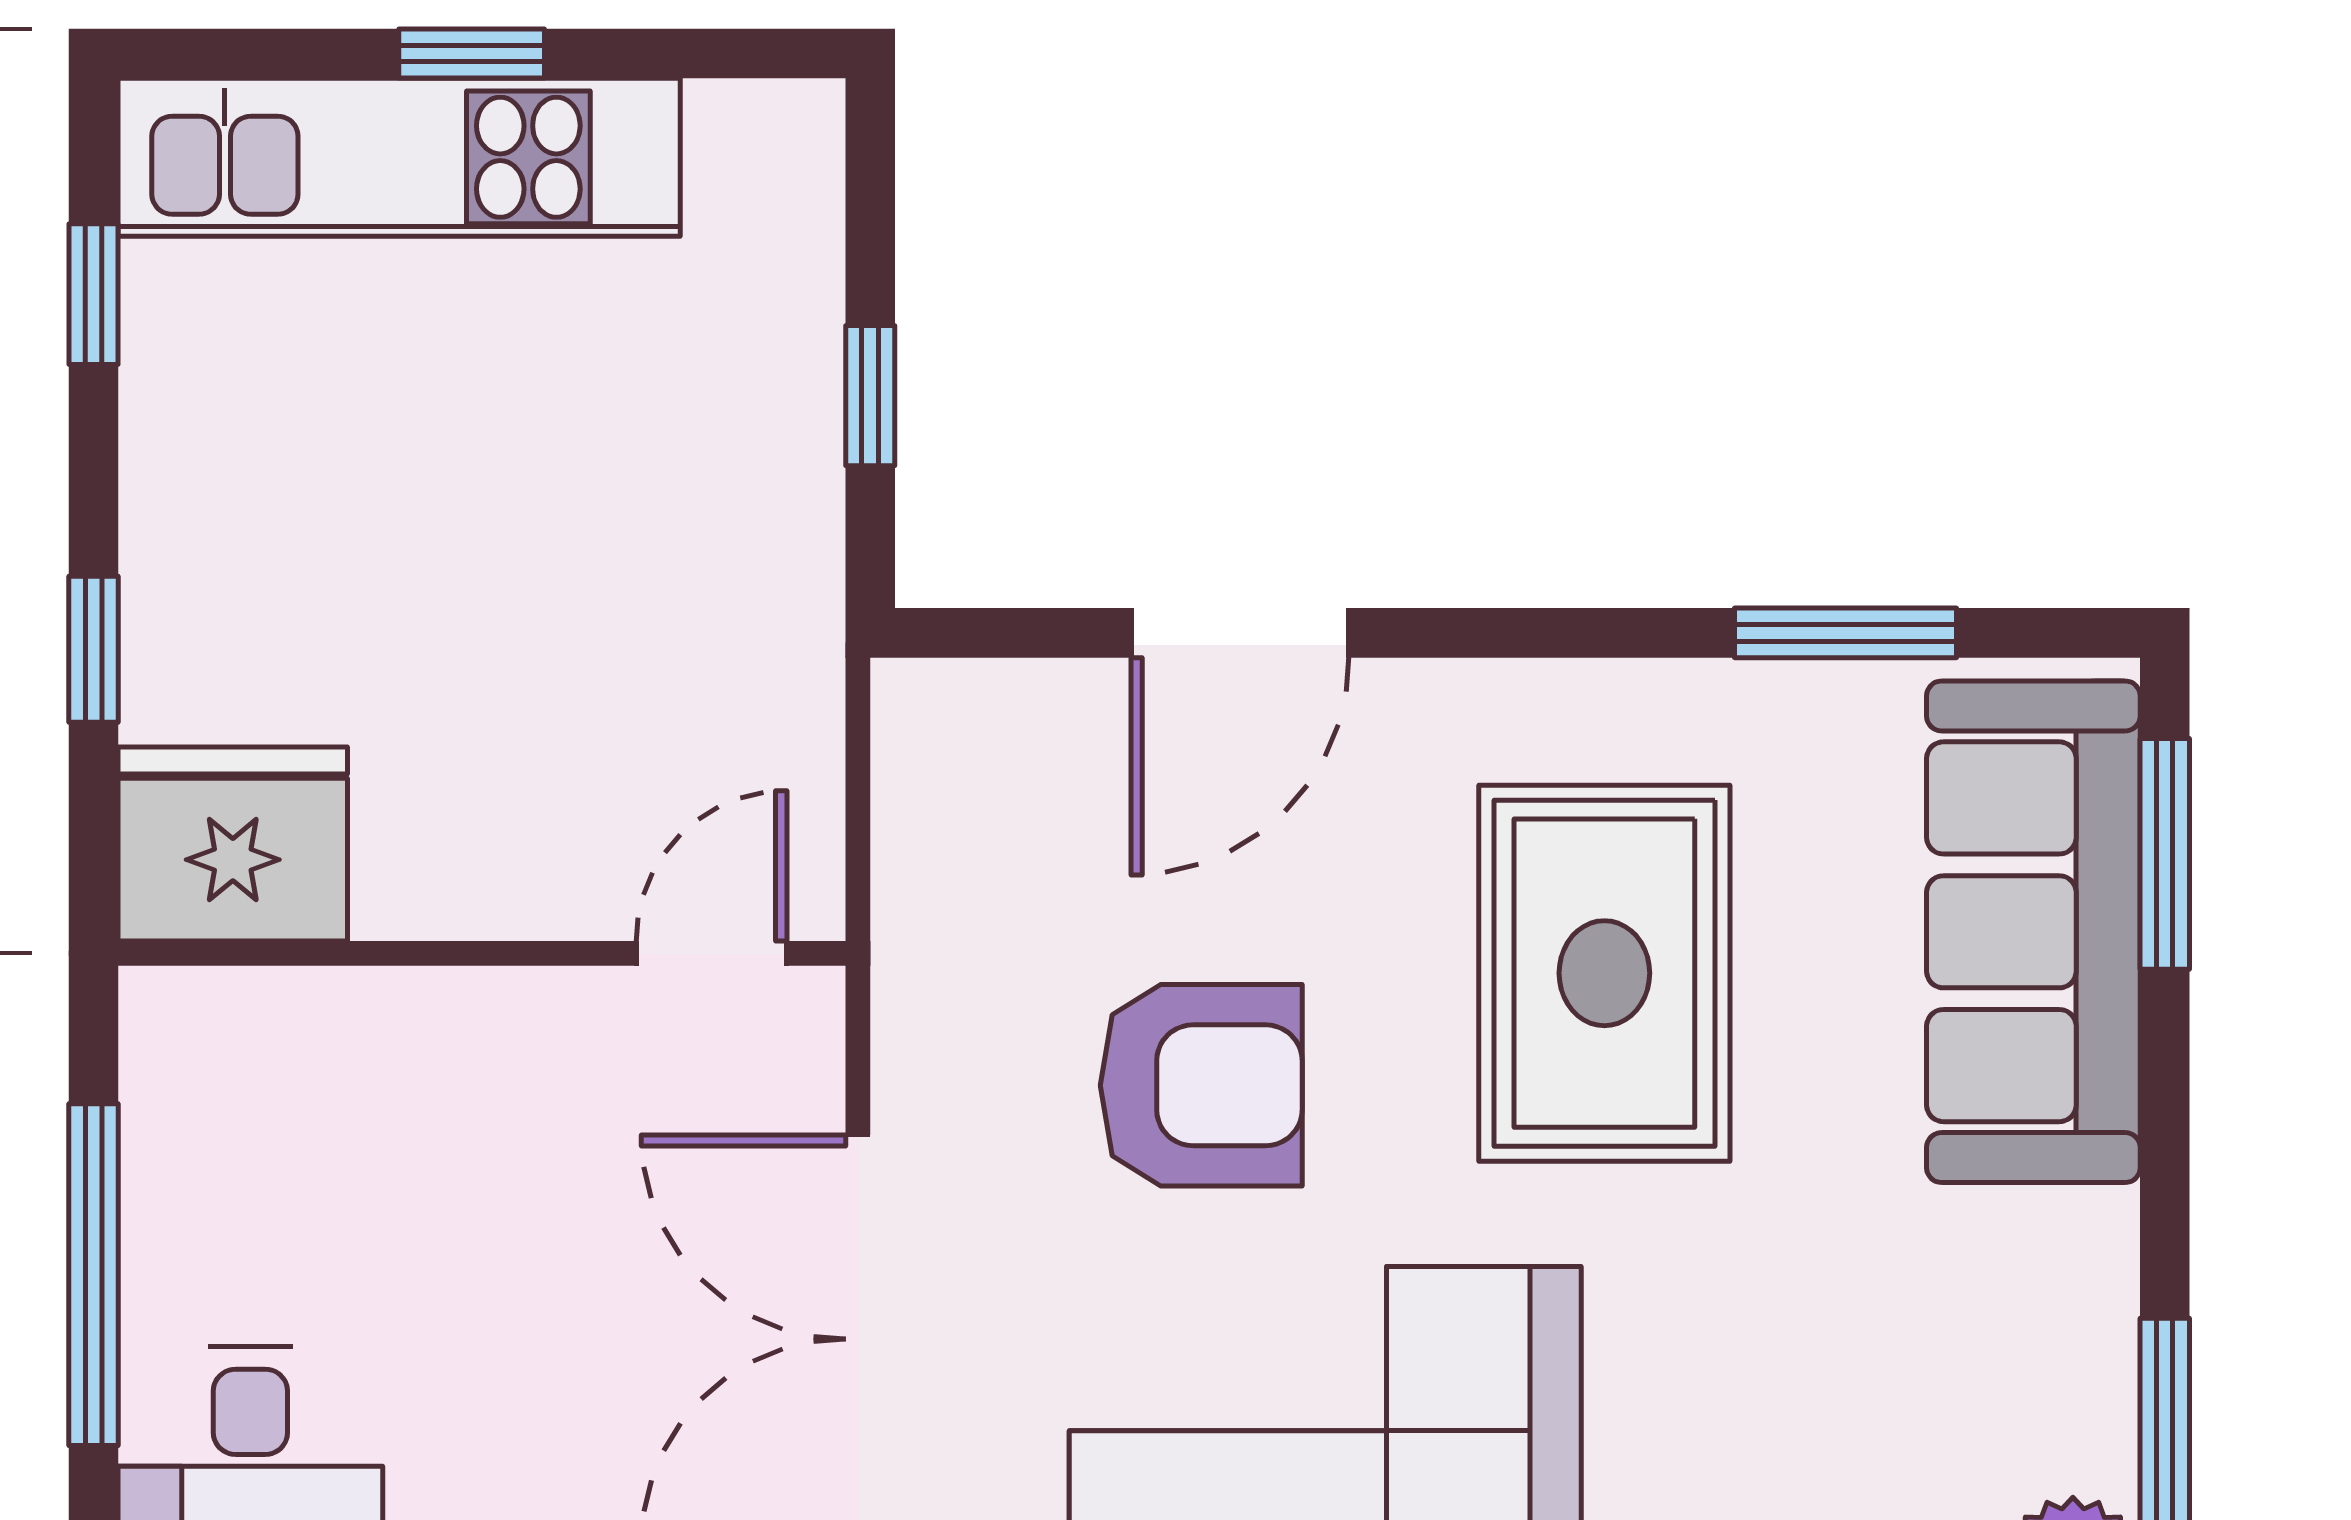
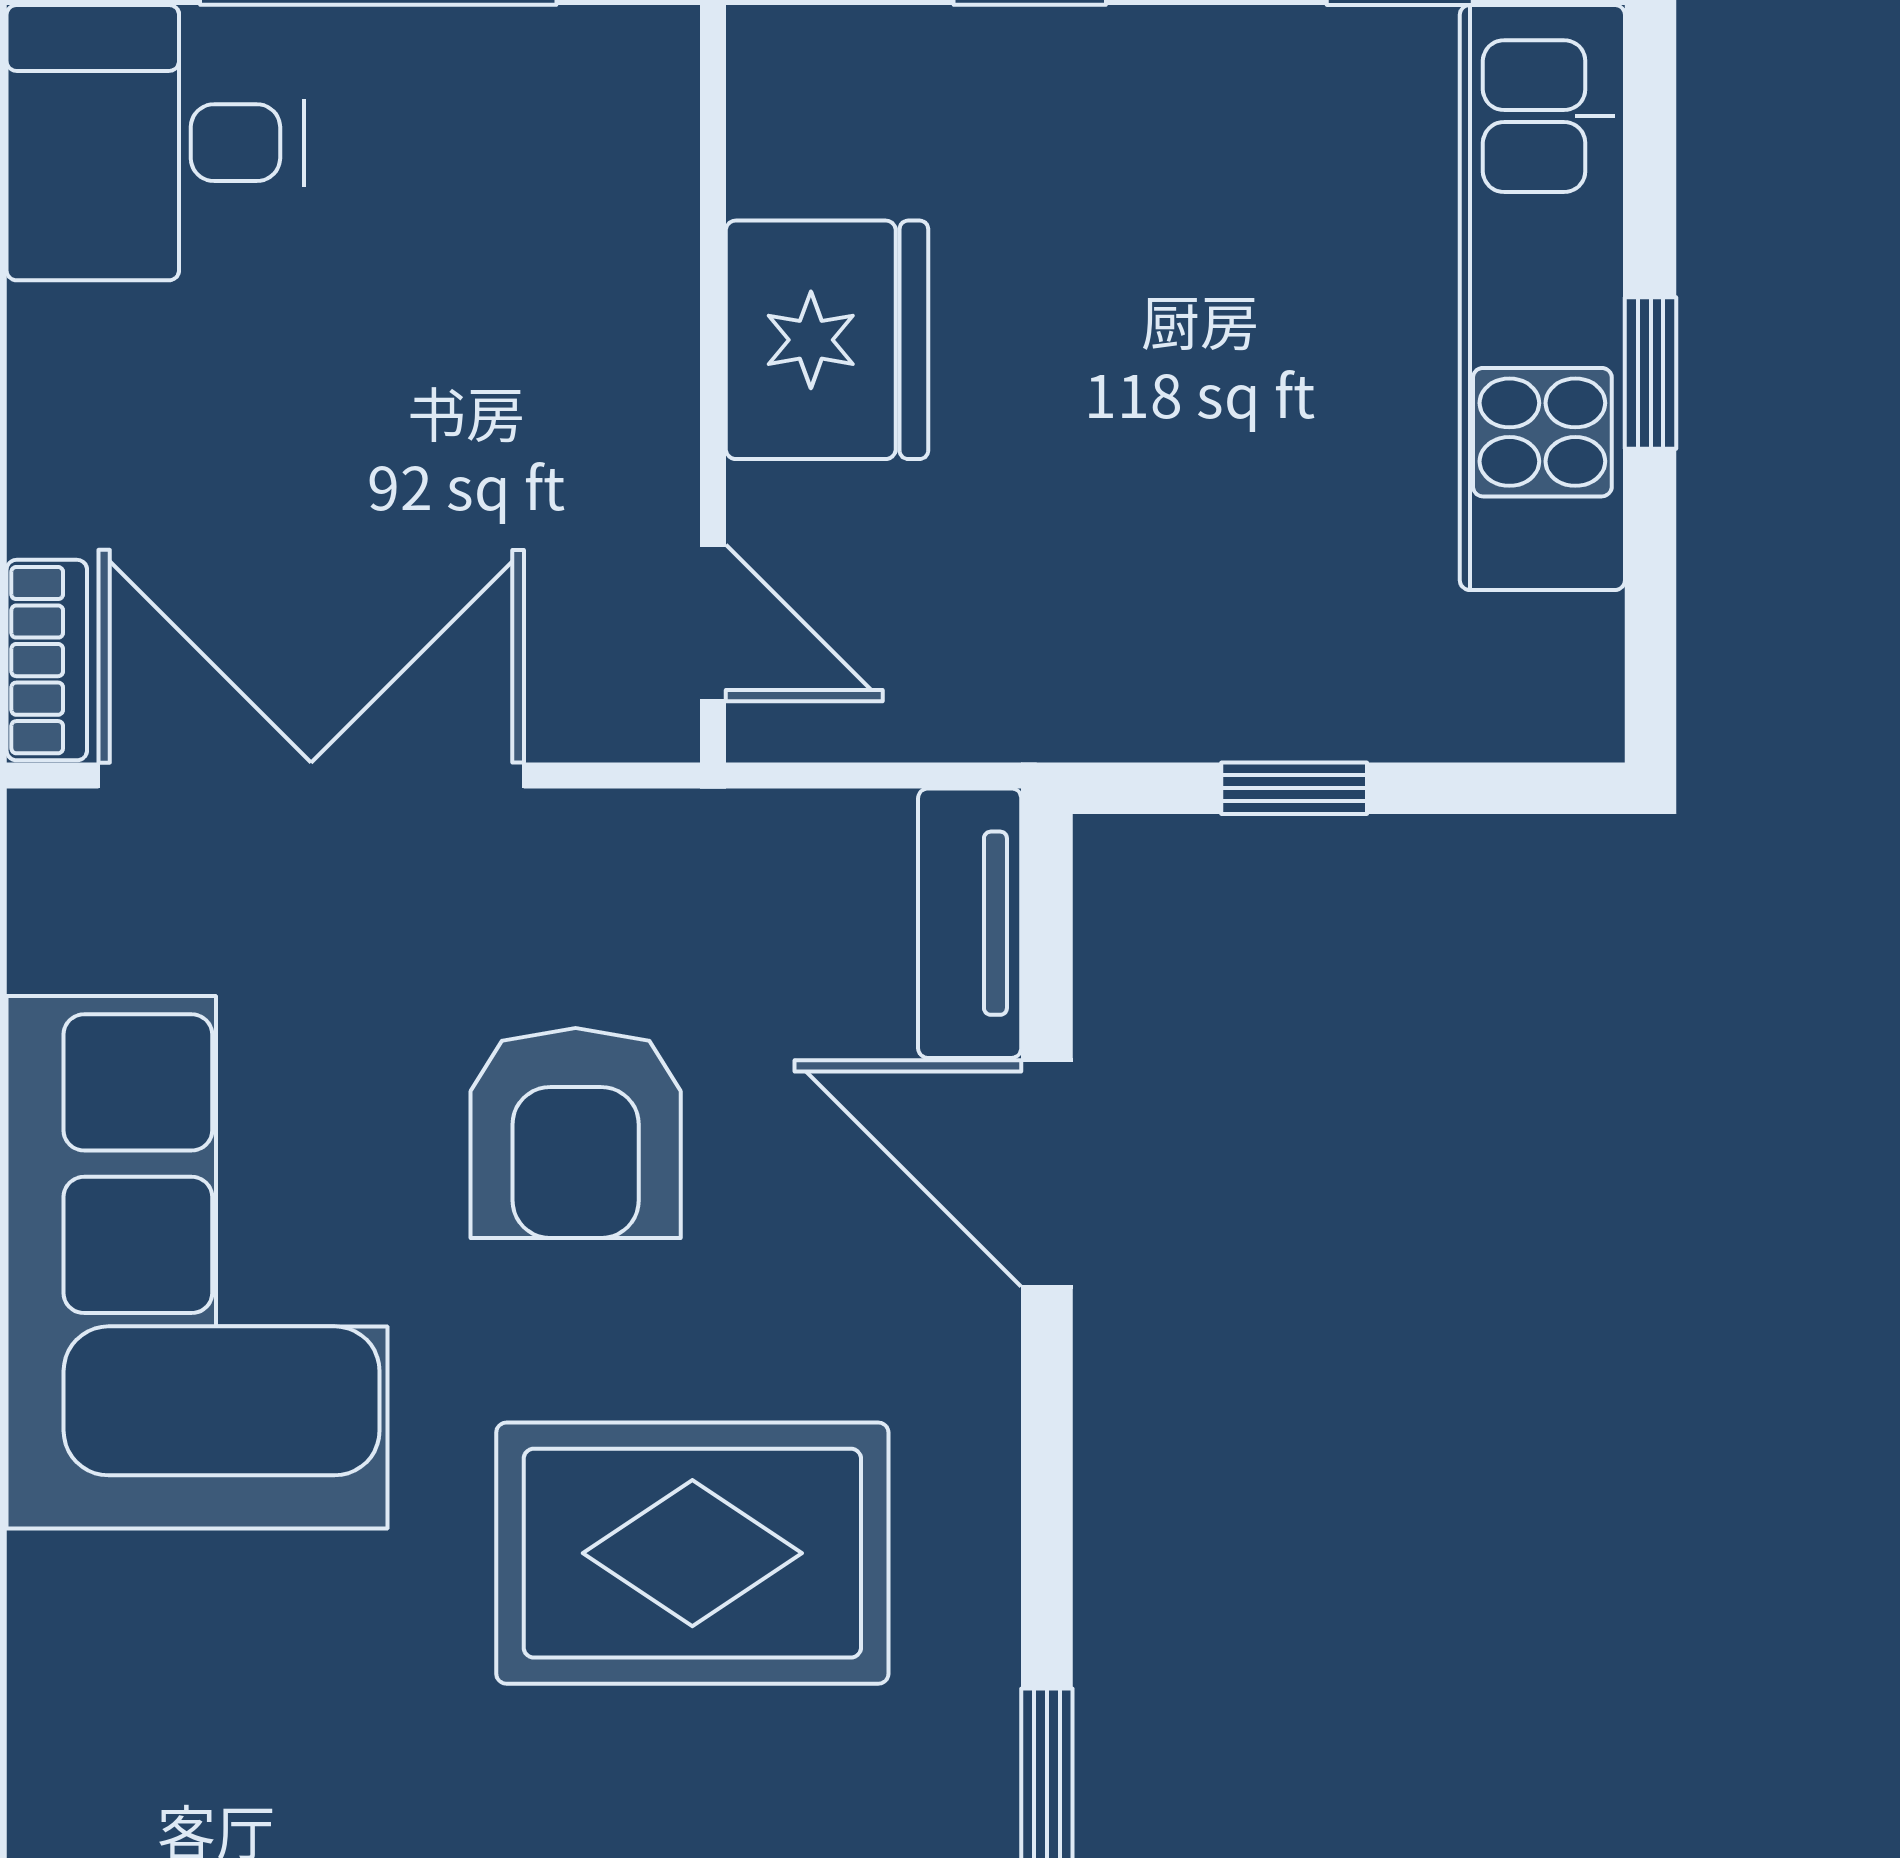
tv unit: (1000, 707) -> (970, 923), added
fridge: (233, 844) -> (827, 340), moved

